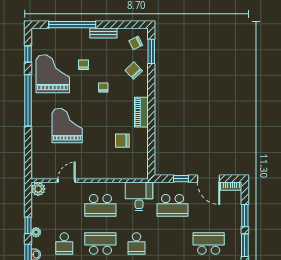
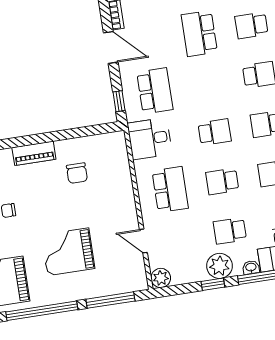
window: (28, 150) -> (110, 300), added
window: (181, 179) -> (119, 101), moved
door: (208, 179) -> (111, 47), hinge flipped
plant: (36, 232) -> (219, 266), width x1.87, depth x1.87
school desk: (64, 243) -> (230, 231), turned 180
school desk: (100, 243) -> (222, 181), width x0.54

